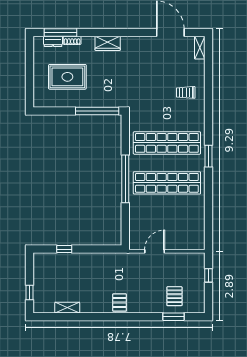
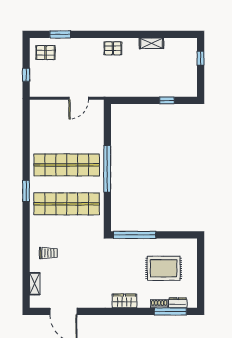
shelving: (200, 48) -> (35, 284), moved
pallet: (174, 296) -> (46, 53), moved, turned 90
pallet: (120, 303) -> (113, 48), turned 90
shelving: (67, 308) -> (151, 43), moved

